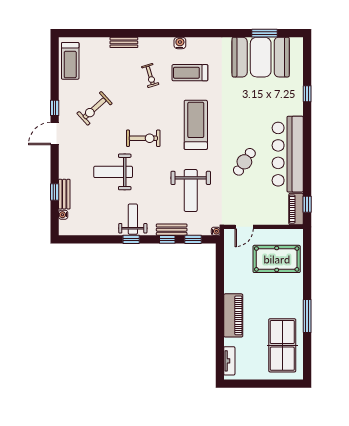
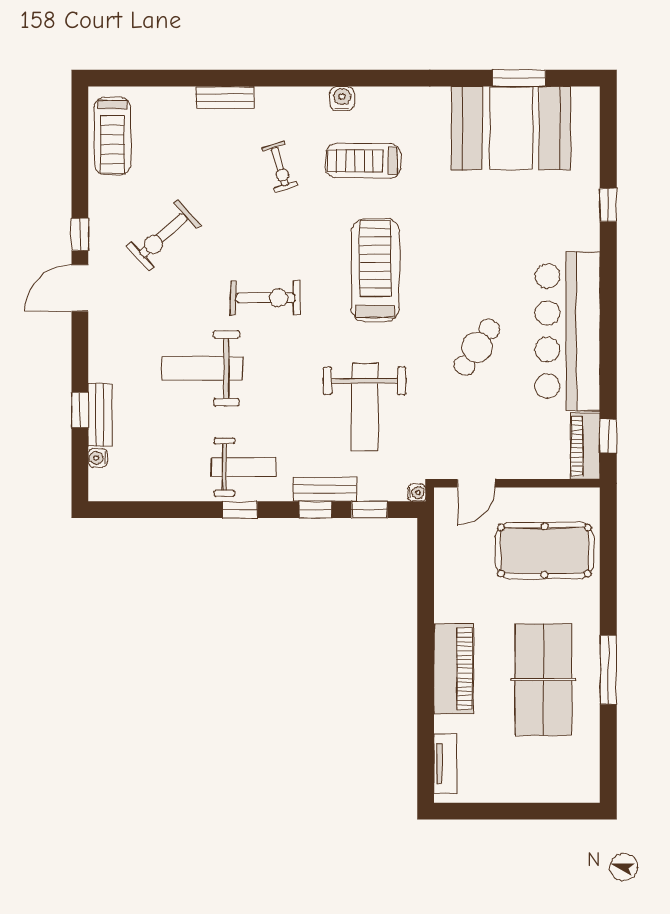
weight bench: (133, 219) -> (244, 467), turned 90
table tennis table: (282, 345) -> (543, 679), moved

